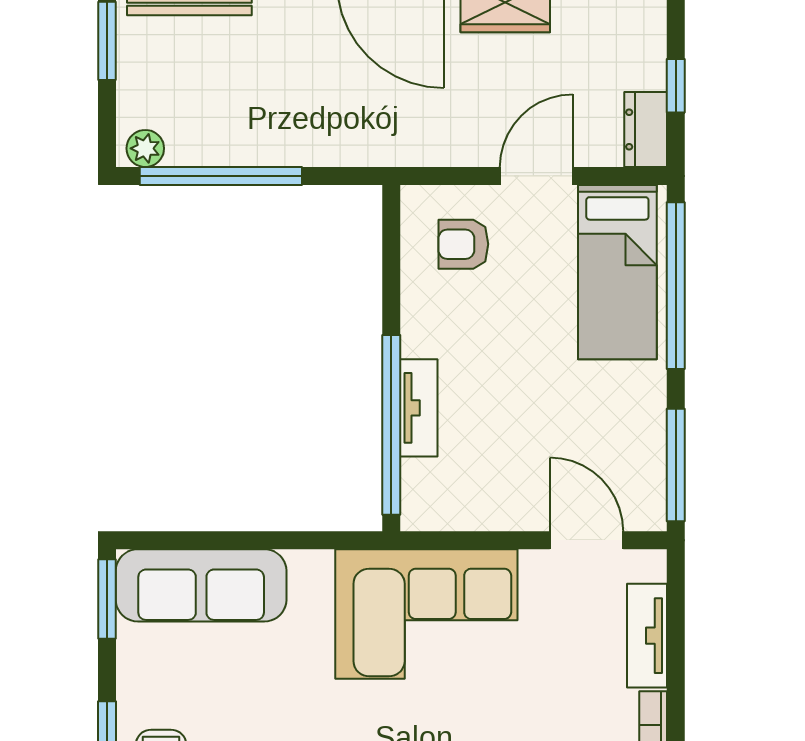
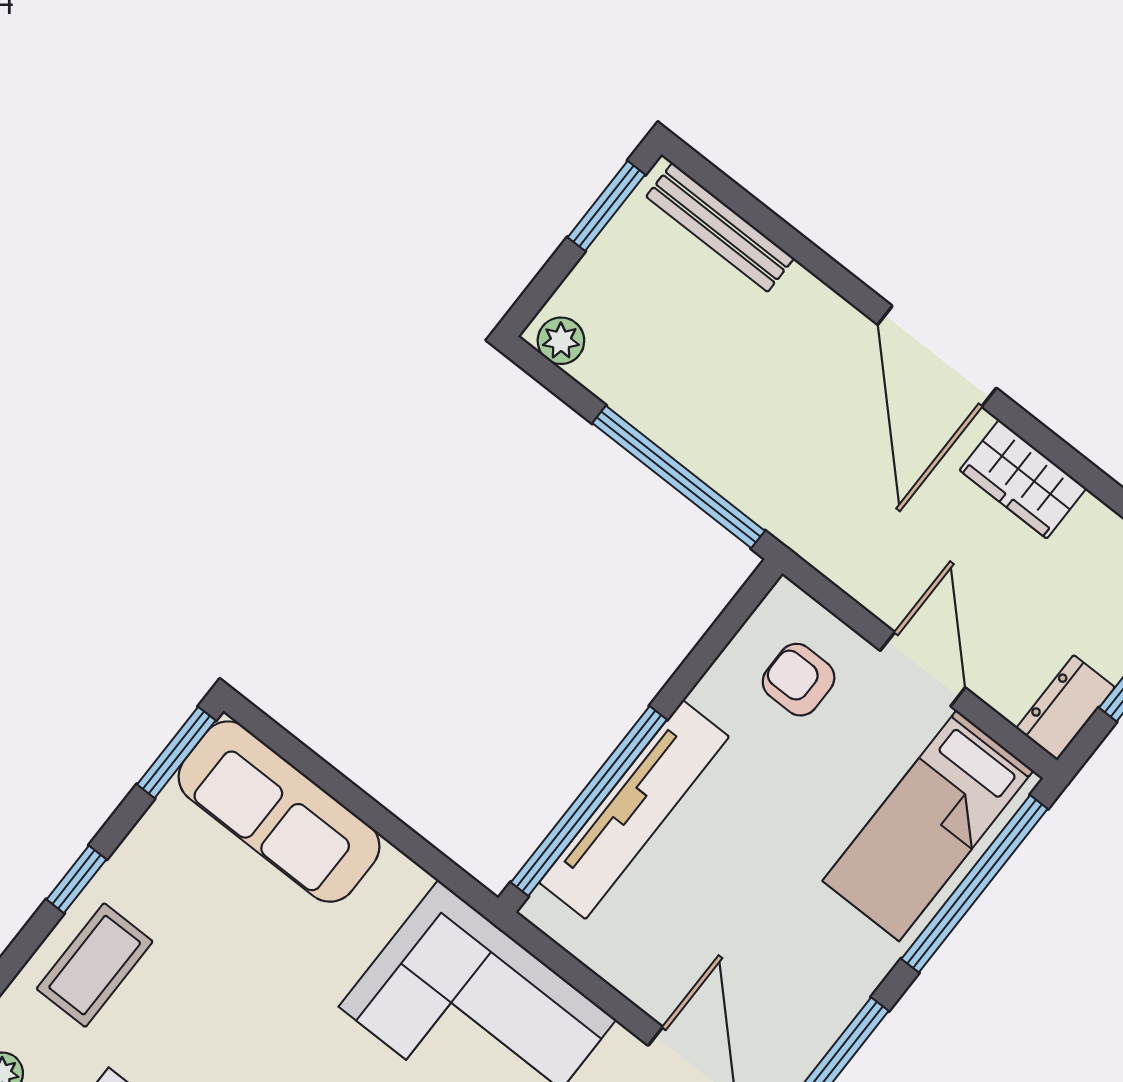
window: (221, 176) -> (679, 477), moved
door: (536, 176) -> (923, 669), hinge flipped
tv unit: (419, 408) -> (634, 810), width x1.92, depth x1.29

